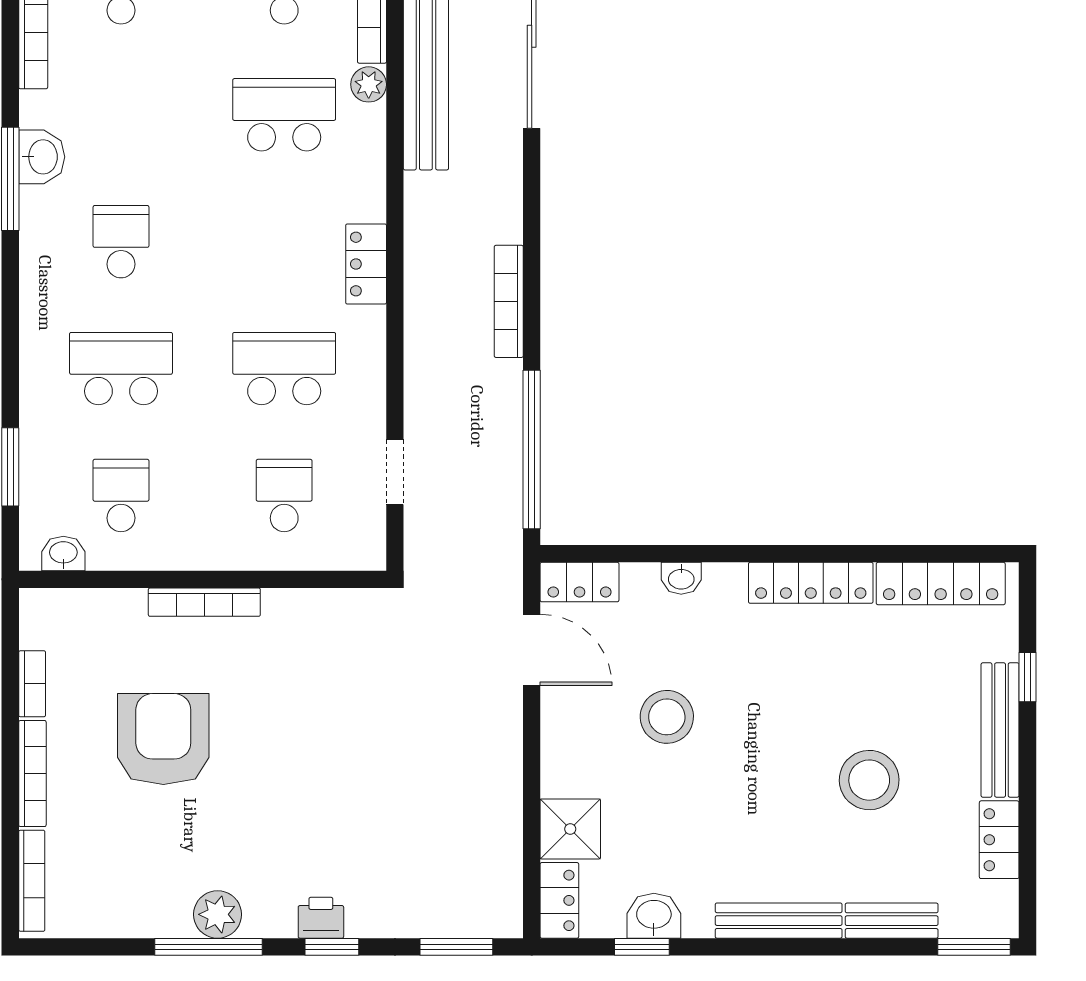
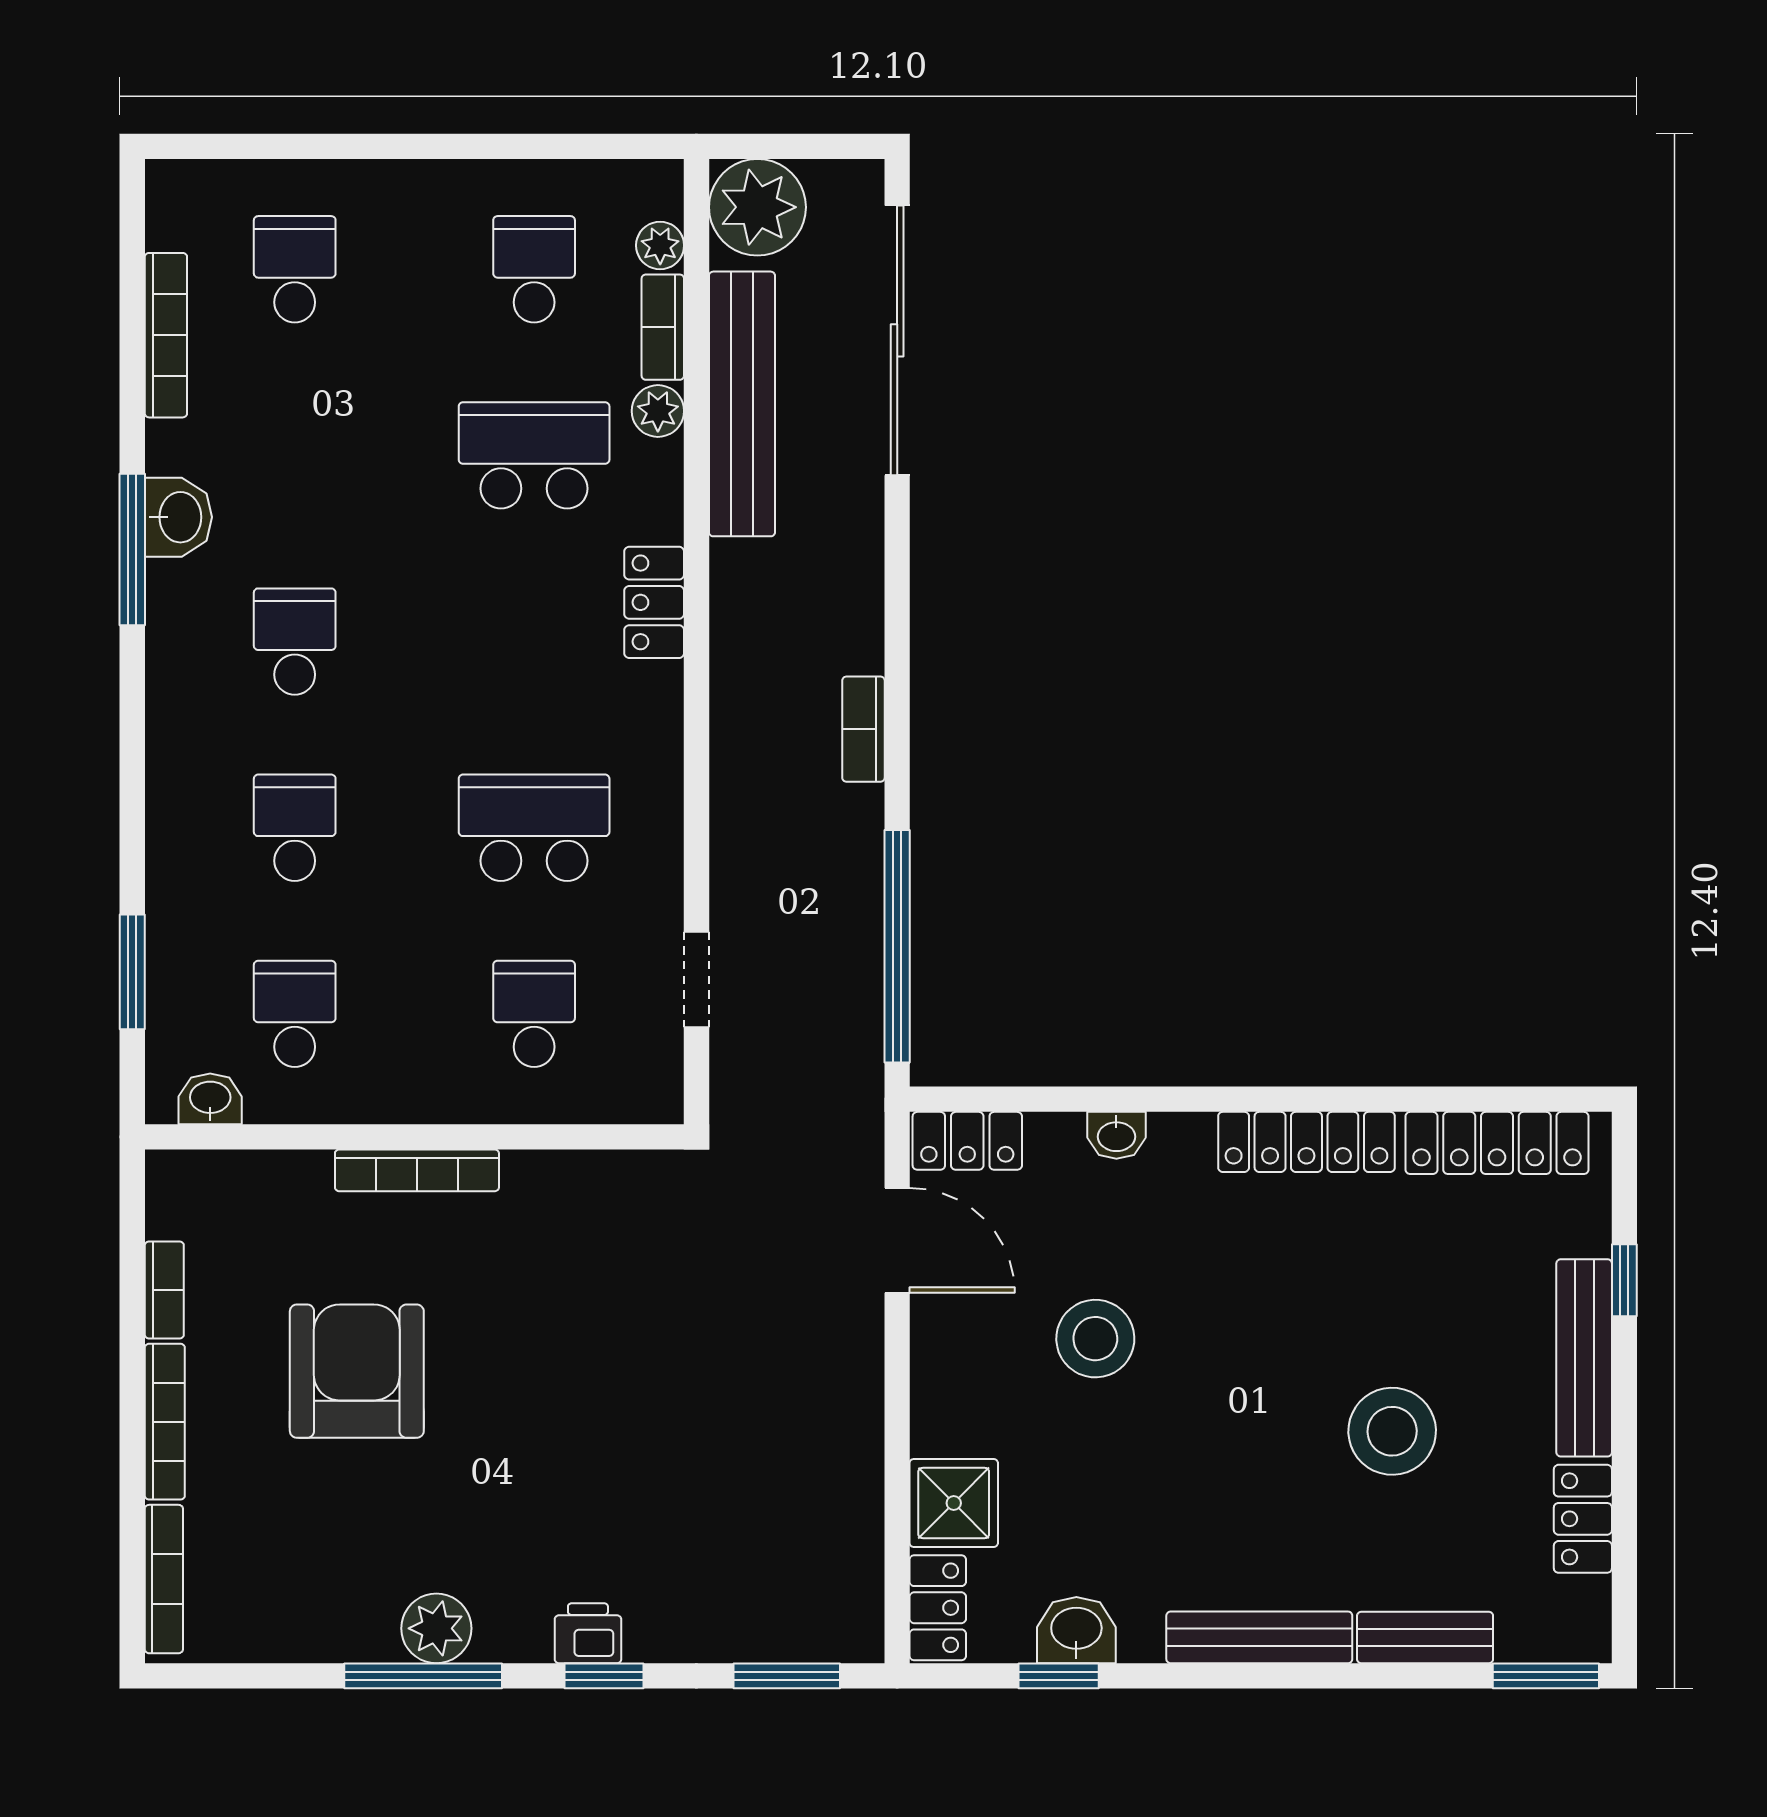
locker: (366, 264) -> (654, 602), moved
bookcase: (509, 301) -> (863, 729), width x0.64
school desk: (121, 369) -> (295, 828), width x0.54

